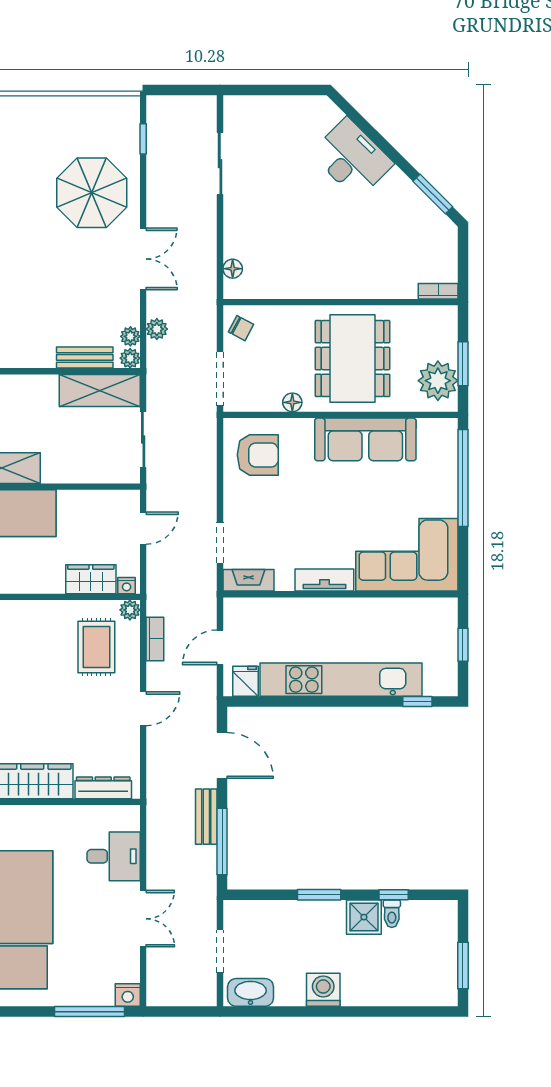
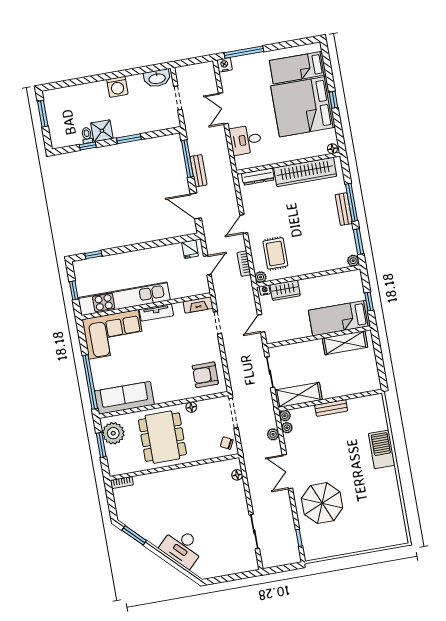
bench: (85, 357) -> (331, 408), moved
sofa: (365, 439) -> (124, 398), moved
kitchen unit: (341, 680) -> (124, 299), moved, turned 180

